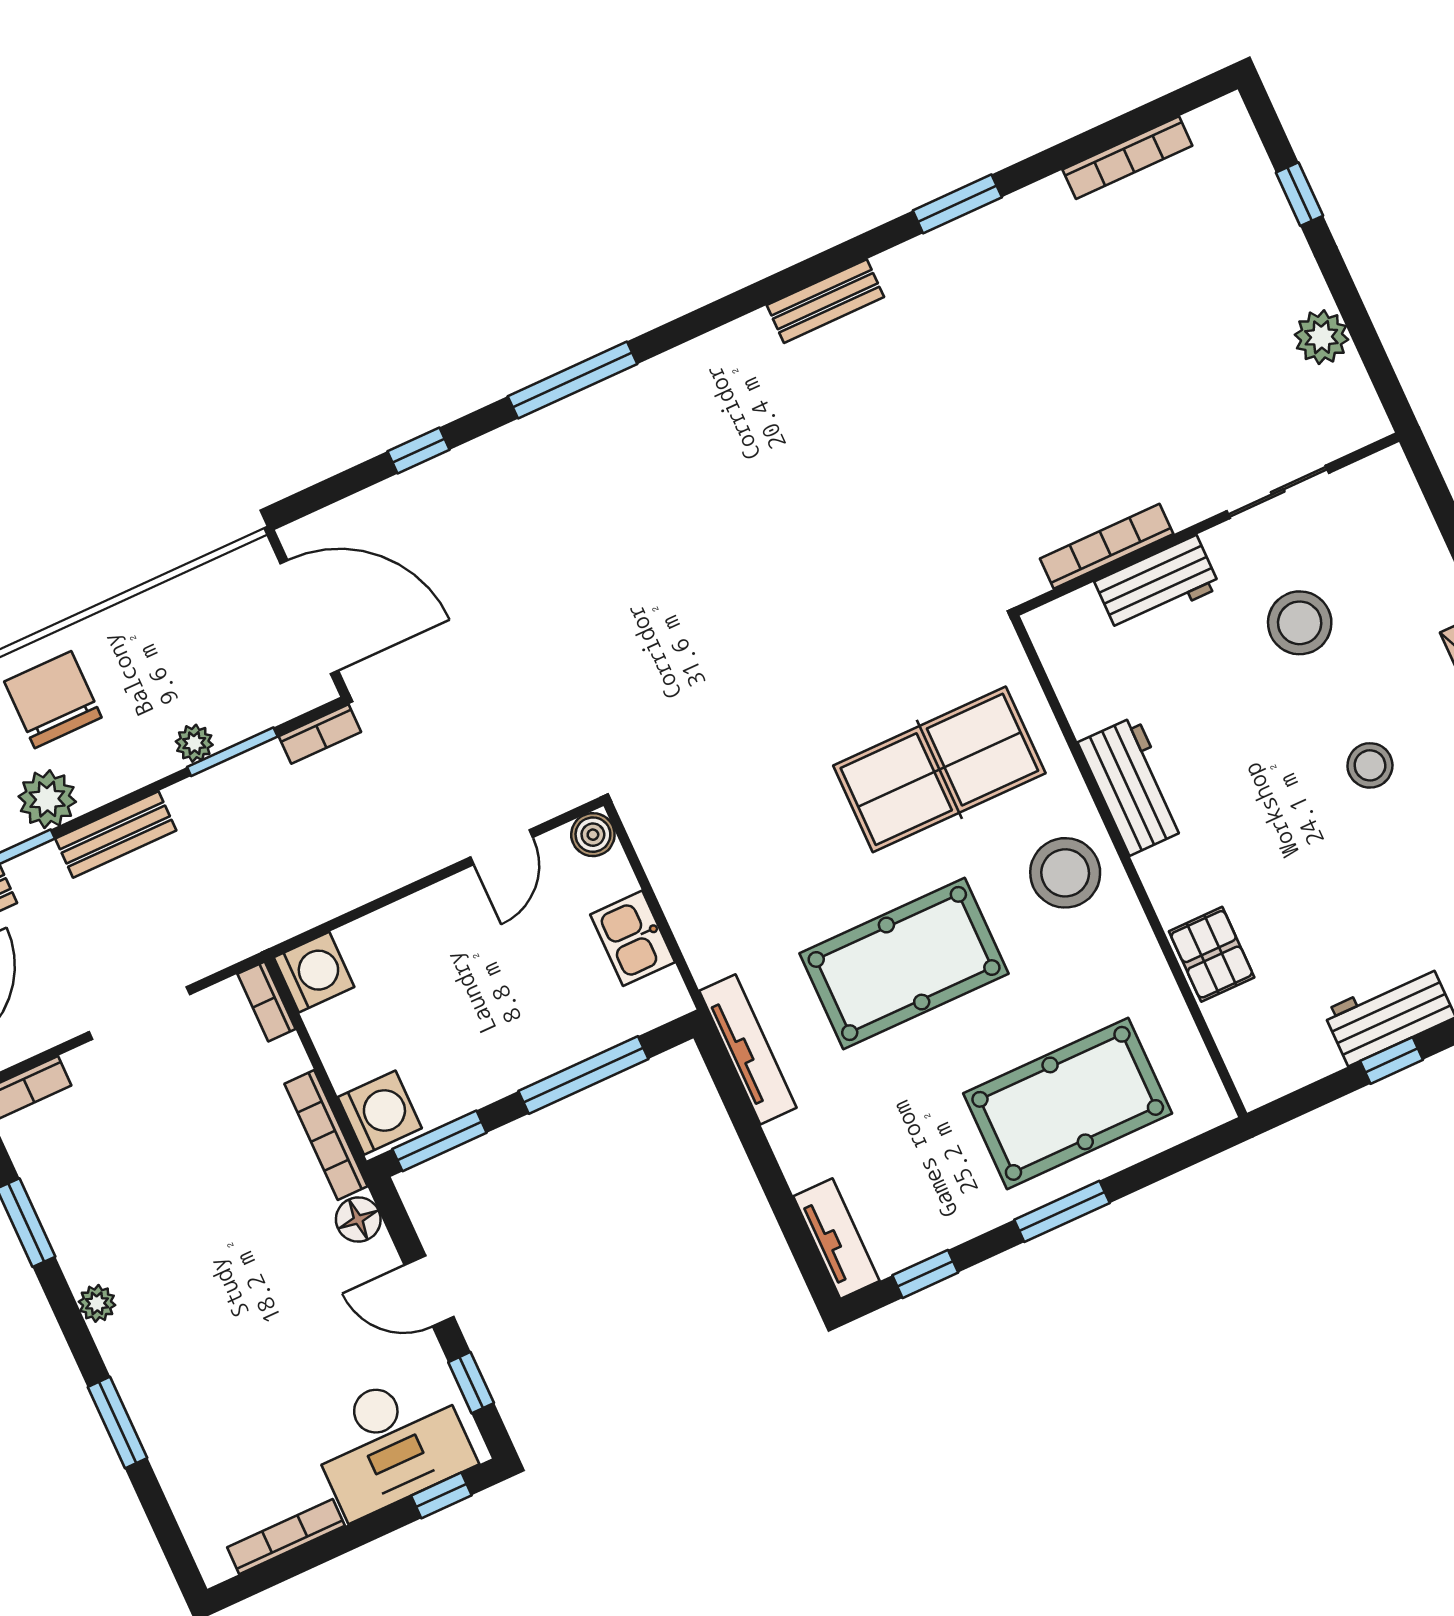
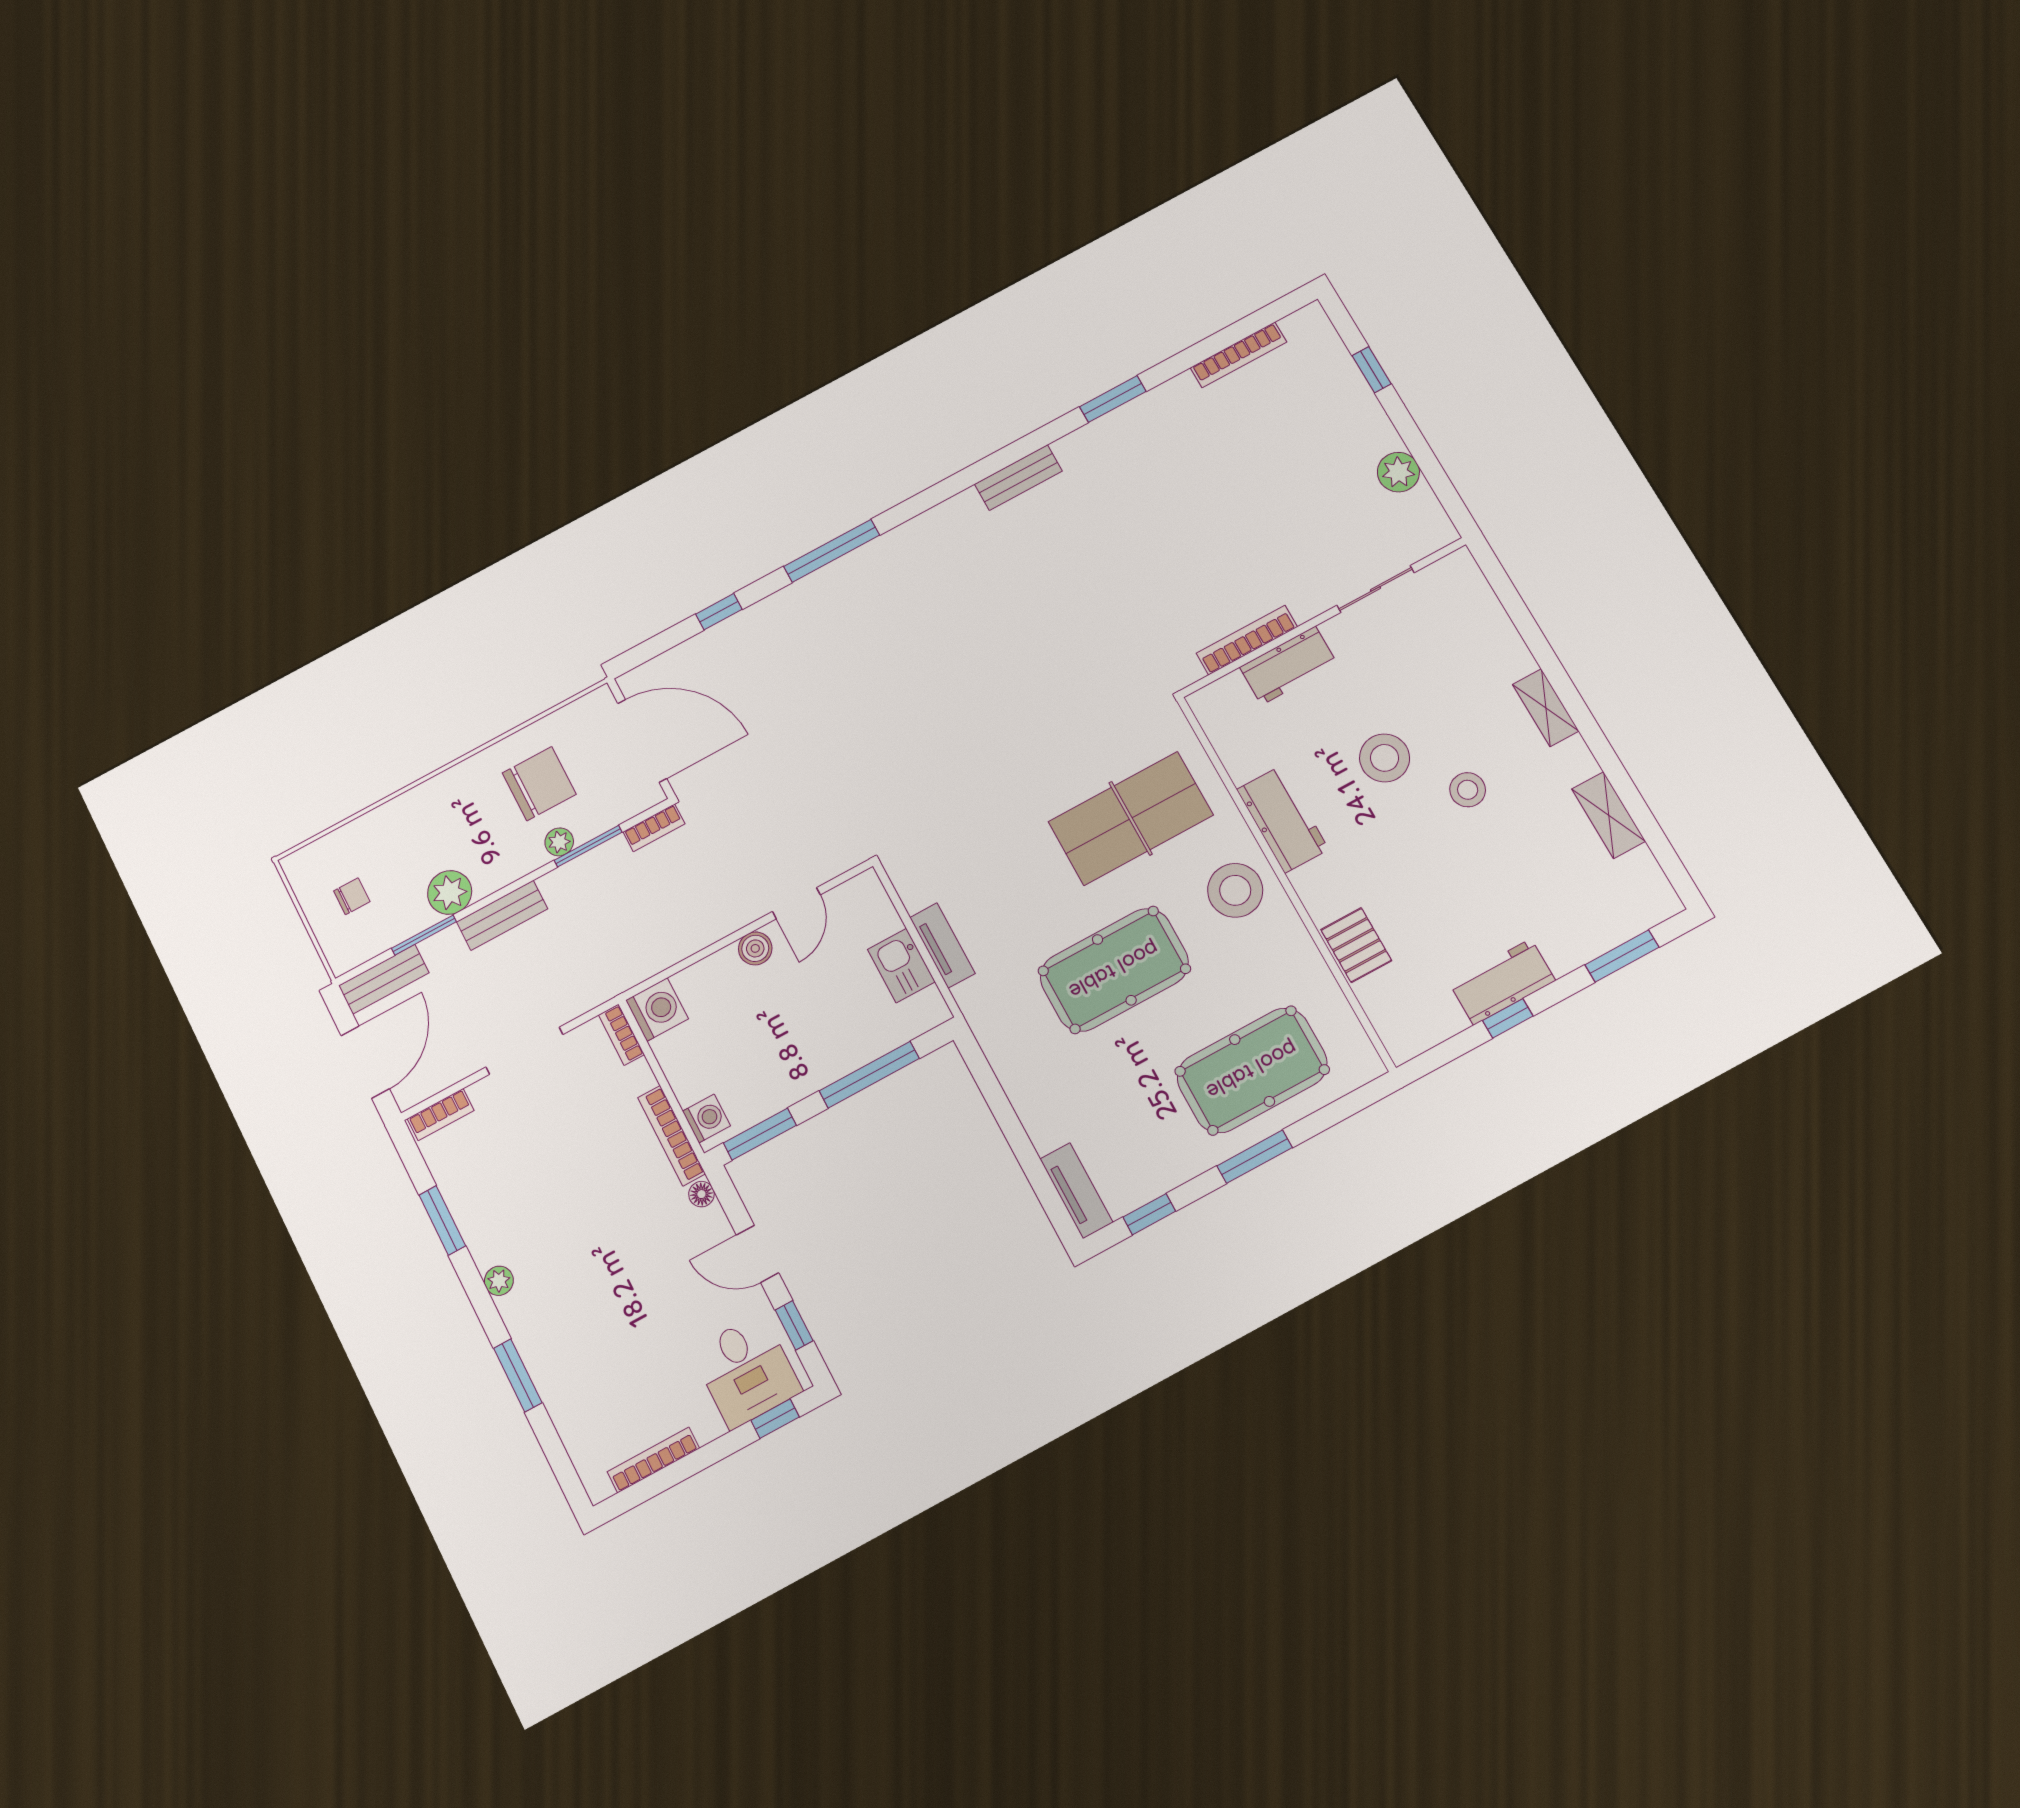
stool: (1300, 623) -> (1385, 758), moved
chair: (53, 700) -> (539, 784), moved, turned 90
boiler: (593, 835) -> (755, 948), moved
tv unit: (748, 1049) -> (942, 945), moved, width x0.71
washing machine: (380, 1113) -> (706, 1118), width x0.73, depth x0.73
floor lamp: (358, 1219) -> (701, 1194), width x0.73, depth x0.73
desk: (390, 1443) -> (746, 1371), width x0.73

